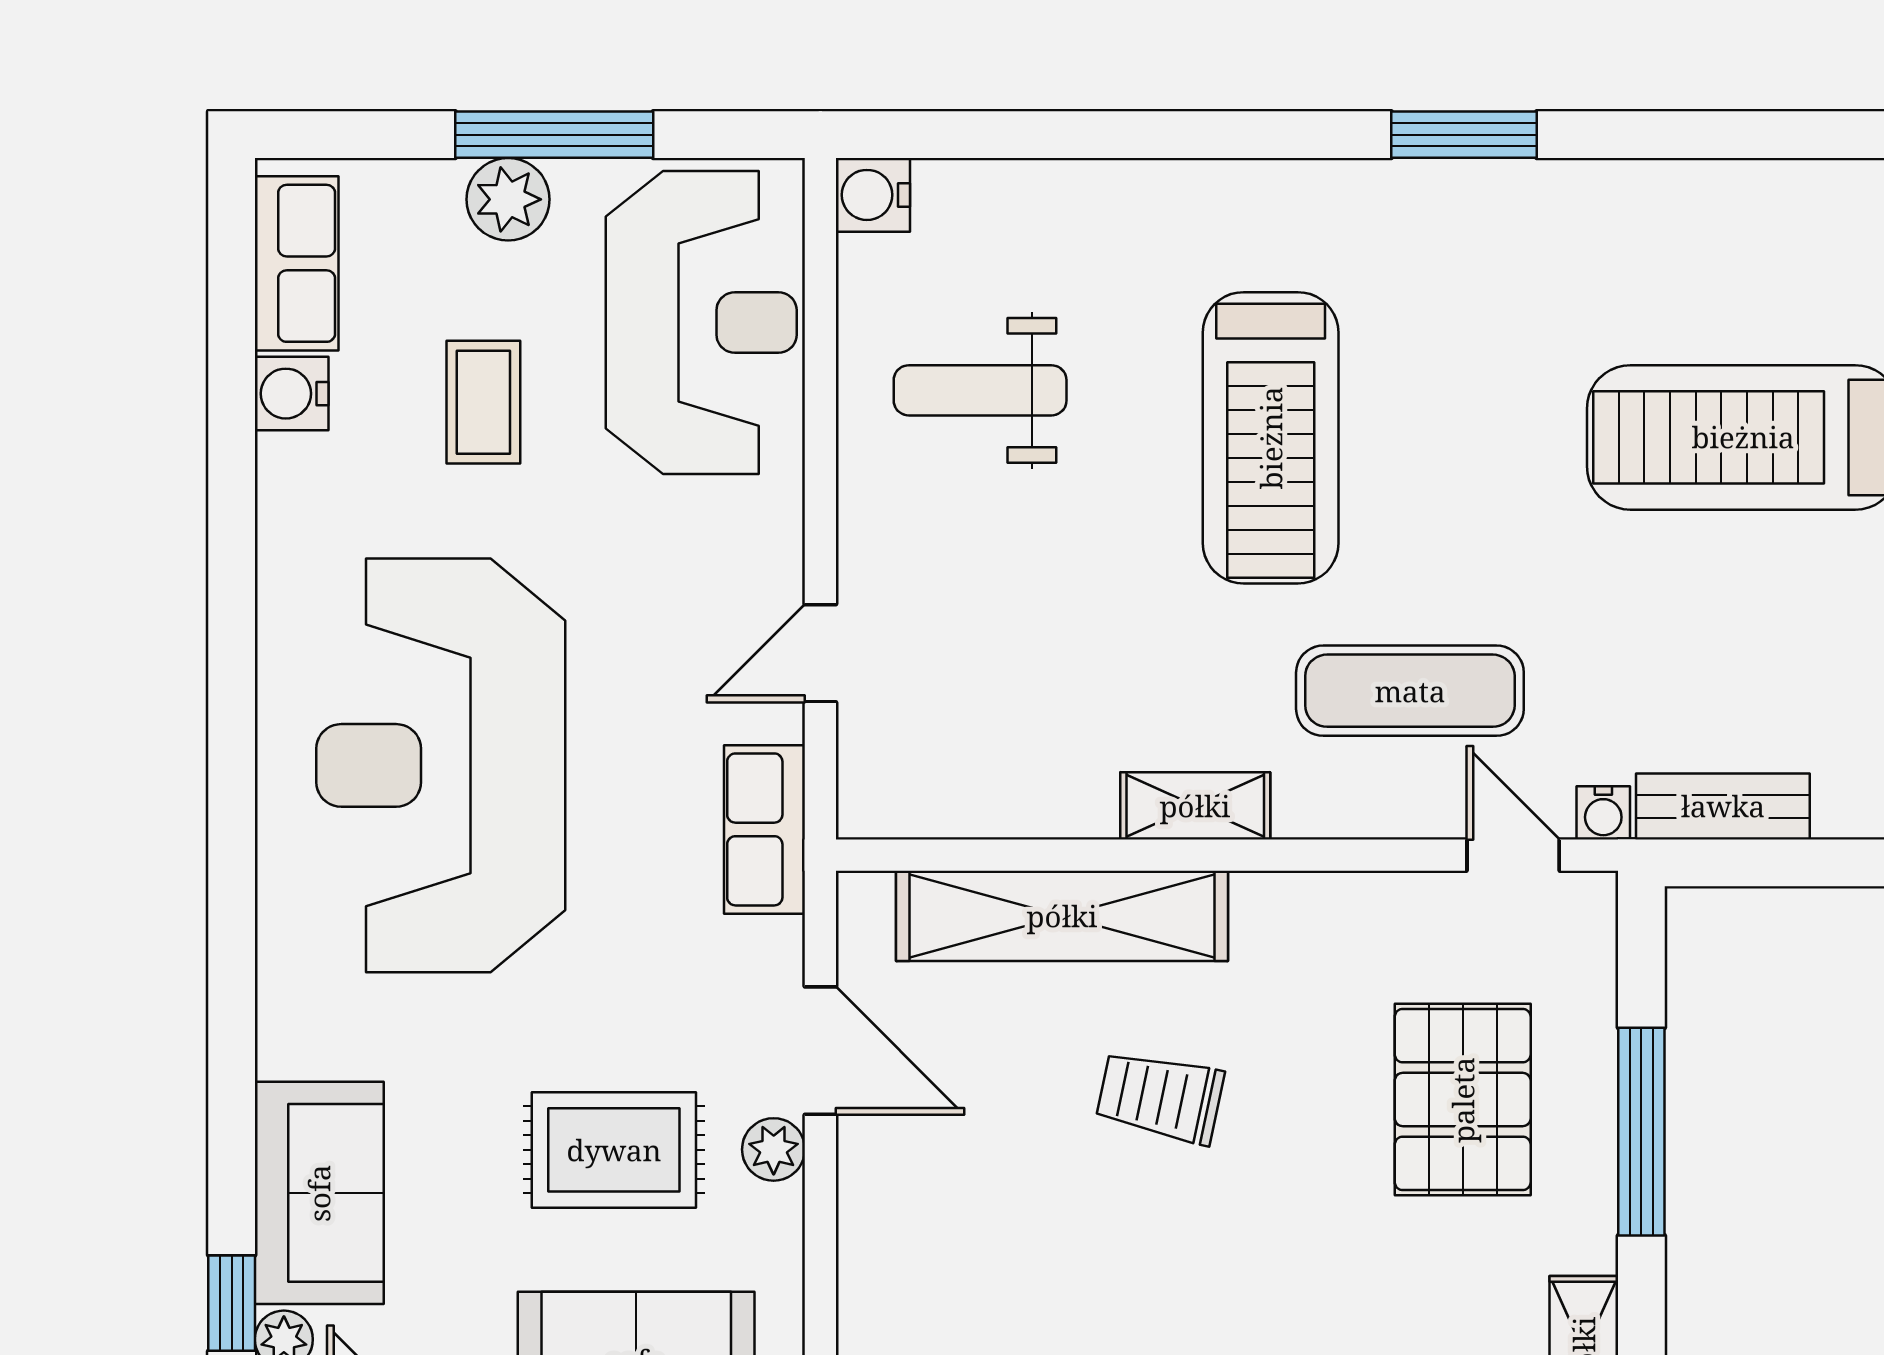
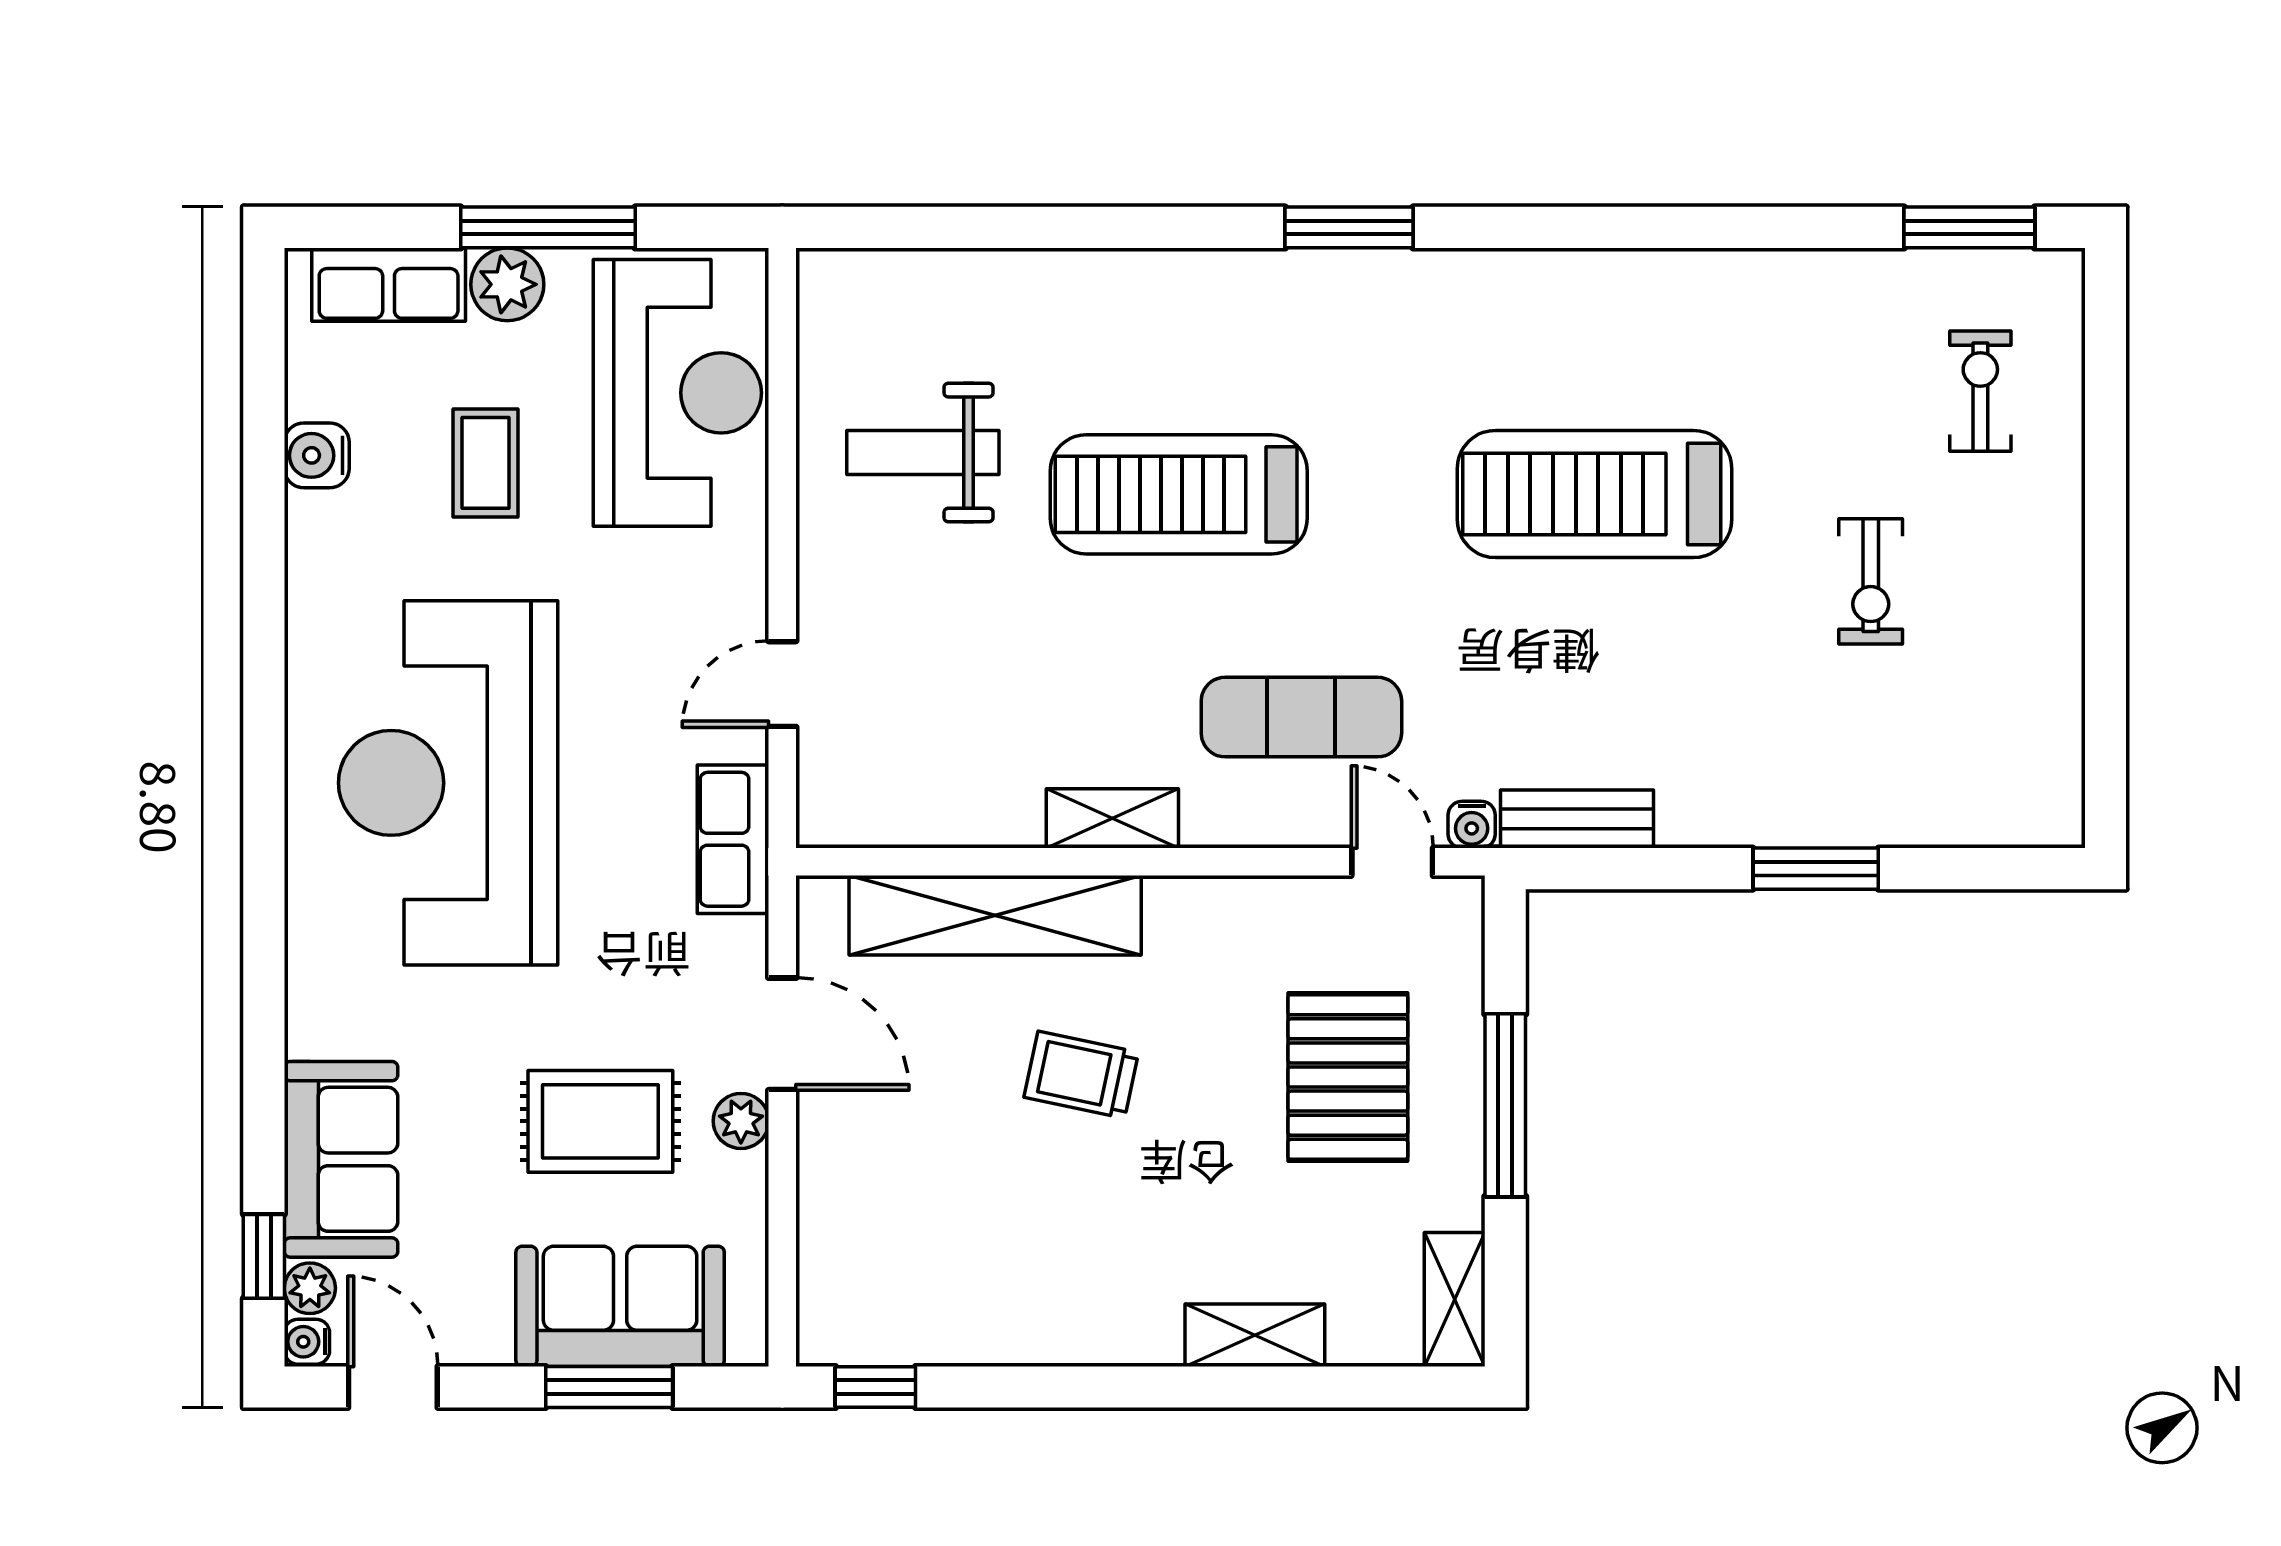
water cooler: (873, 195) -> (829, 280), removed
row of seats: (297, 263) -> (389, 285), moved, turned 90
treadmill: (1271, 438) -> (1179, 494), turned 90

